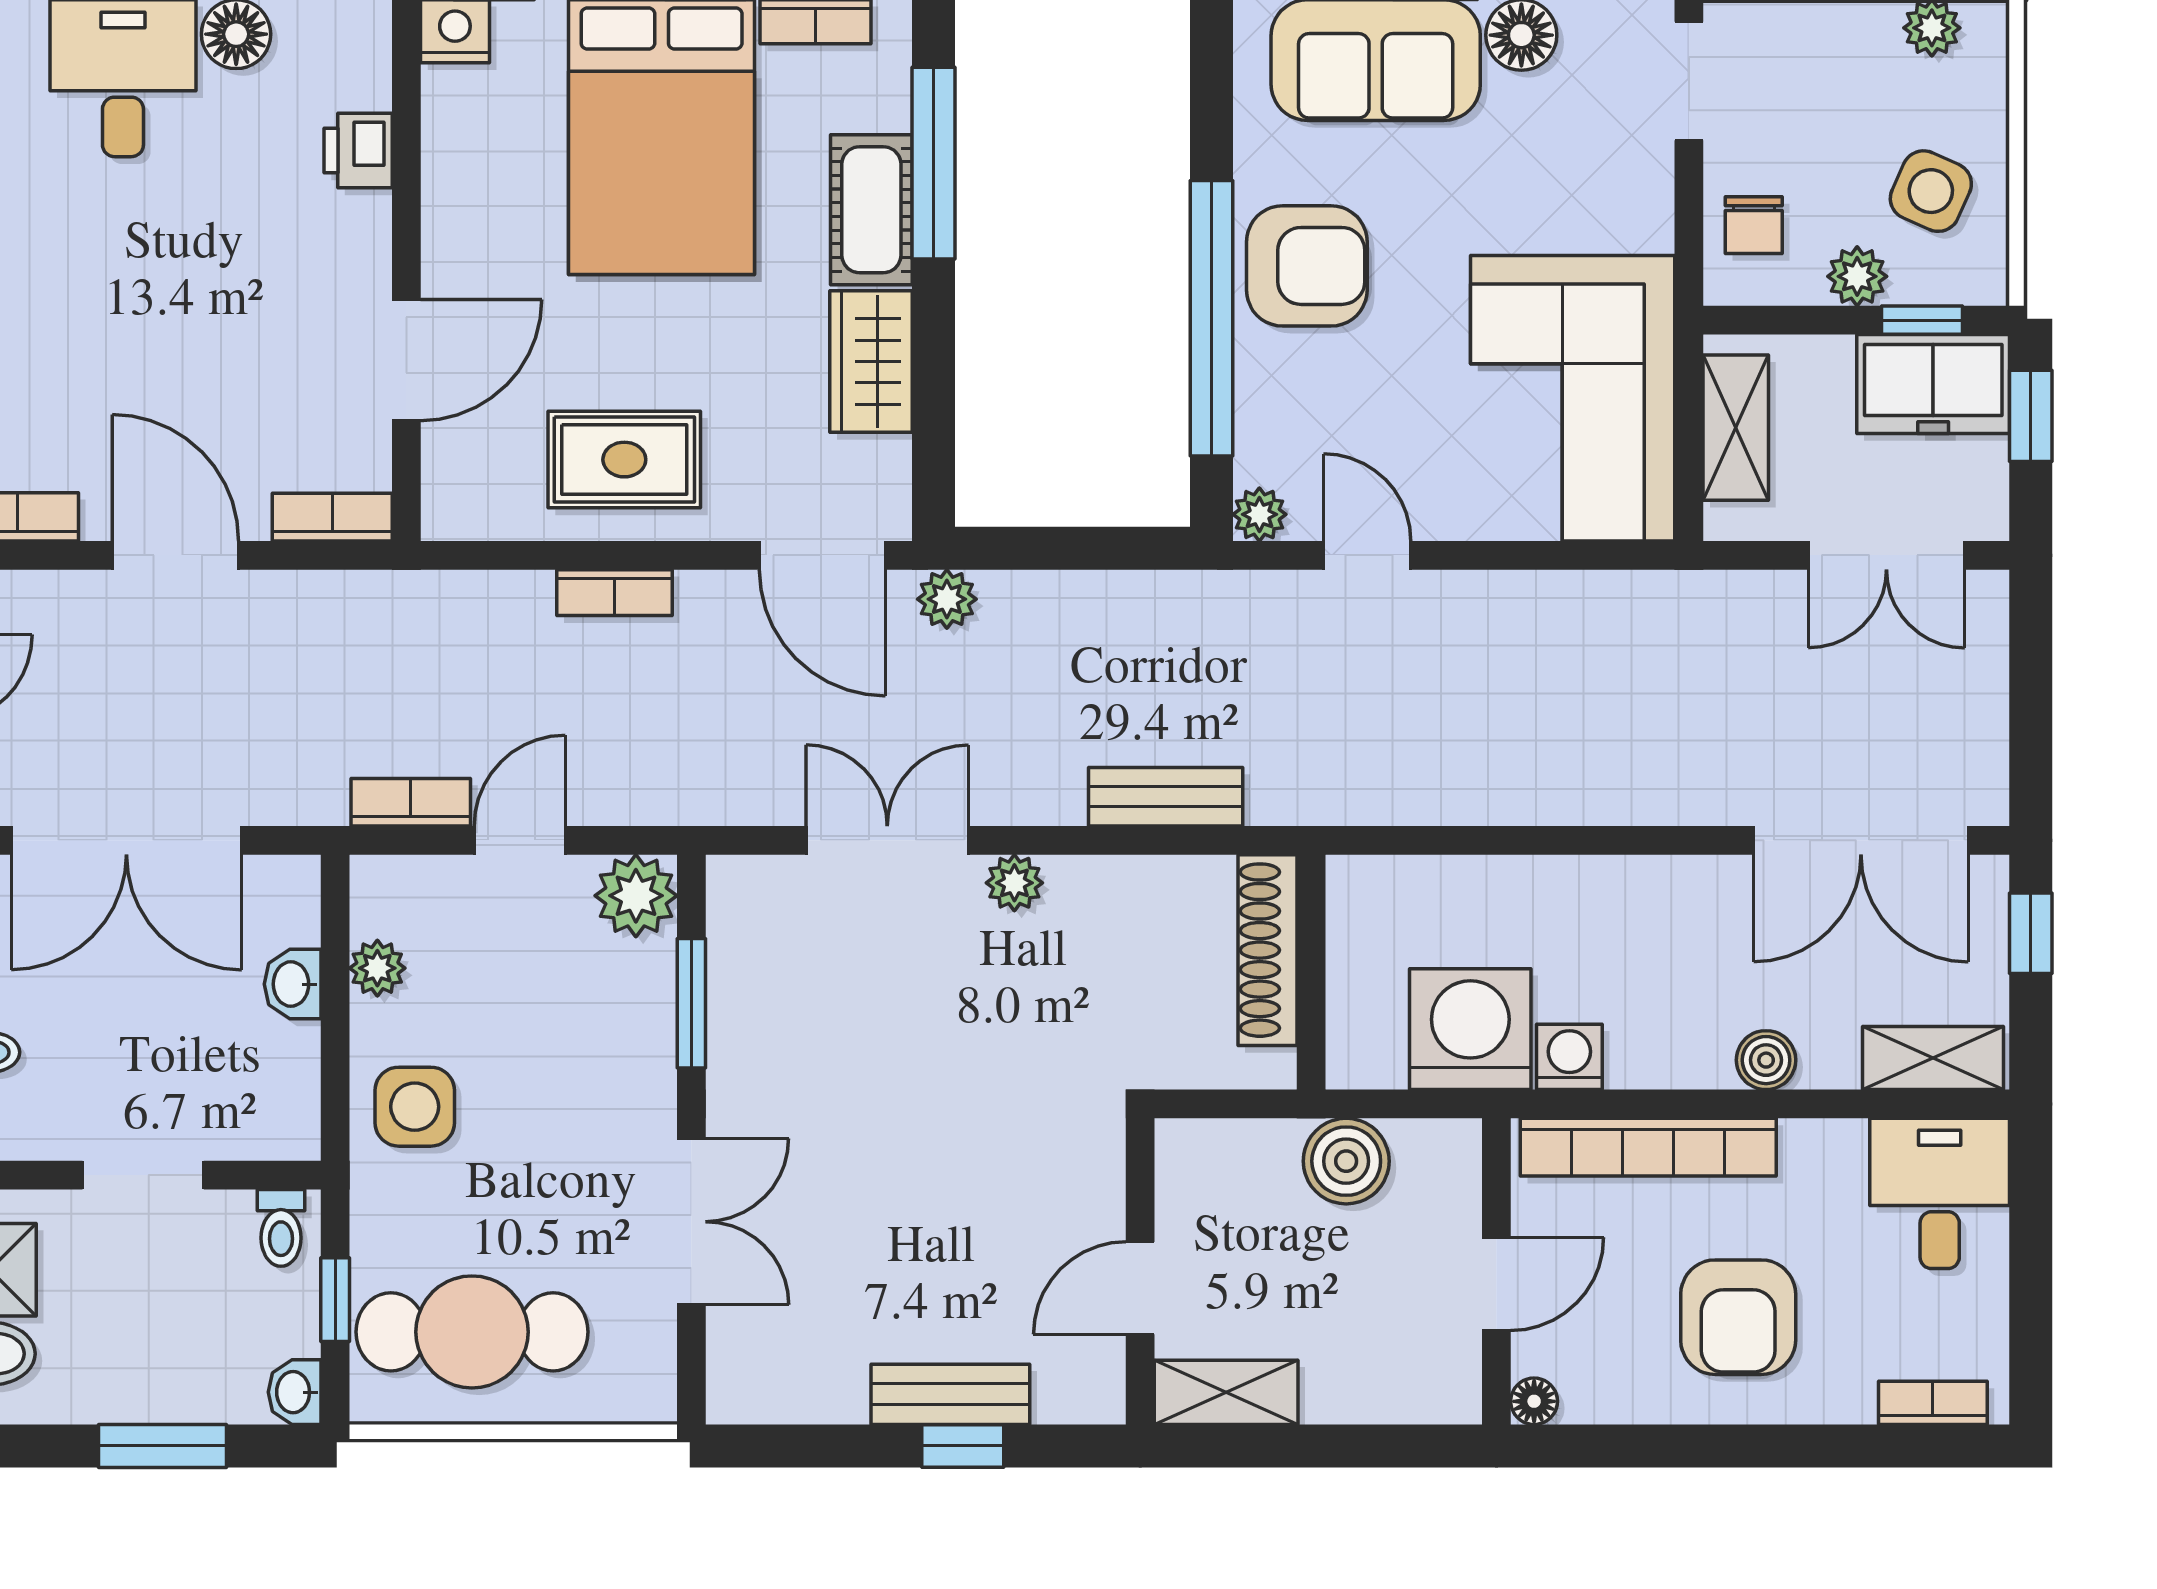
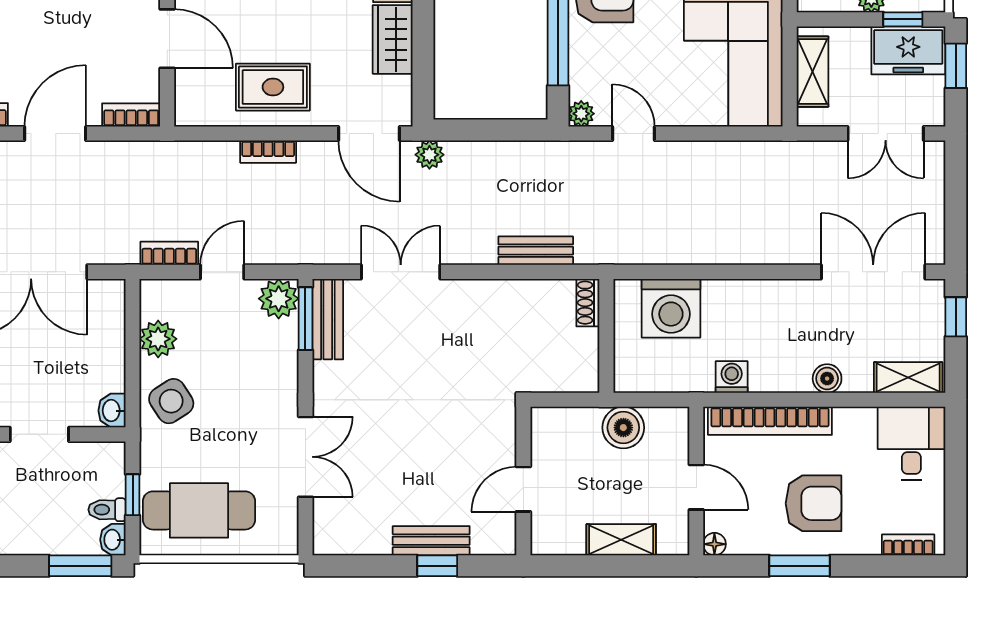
door: (406, 360) -> (167, 39), hinge flipped
door: (176, 555) -> (55, 134), hinge flipped
double door: (1861, 840) -> (873, 272), swing flipped
plant: (1014, 883) -> (462, 292), removed
bench: (737, 938) -> (328, 319), added
shoe rack: (1267, 950) -> (588, 303), width x0.51, depth x0.81
plant: (377, 968) -> (158, 339), width x1.38, depth x1.38
washbasin: (293, 984) -> (112, 411), moved
window: (691, 1003) -> (305, 319), moved
washing machine: (1470, 1029) -> (671, 308), moved, turned 180
side table: (415, 1107) -> (171, 401), turned -33
toilet: (281, 1228) -> (107, 510), moved, turned 90
door: (1496, 1284) -> (696, 487), hinge flipped
armchair: (1738, 1317) -> (814, 503), turned -90
shelving: (1226, 1392) -> (621, 540), moved
window: (163, 1446) -> (80, 566), moved
window: (1709, 1446) -> (800, 566), added

